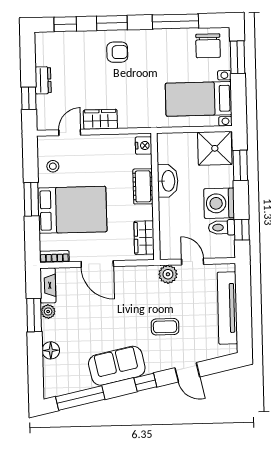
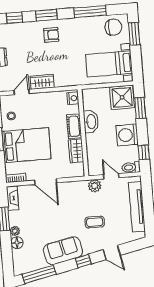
chair: (208, 46) -> (113, 27), turned -90
toilet: (222, 227) -> (131, 167), moved
wardrobe: (144, 238) -> (76, 151), moved
plant: (48, 312) -> (15, 231), moved

